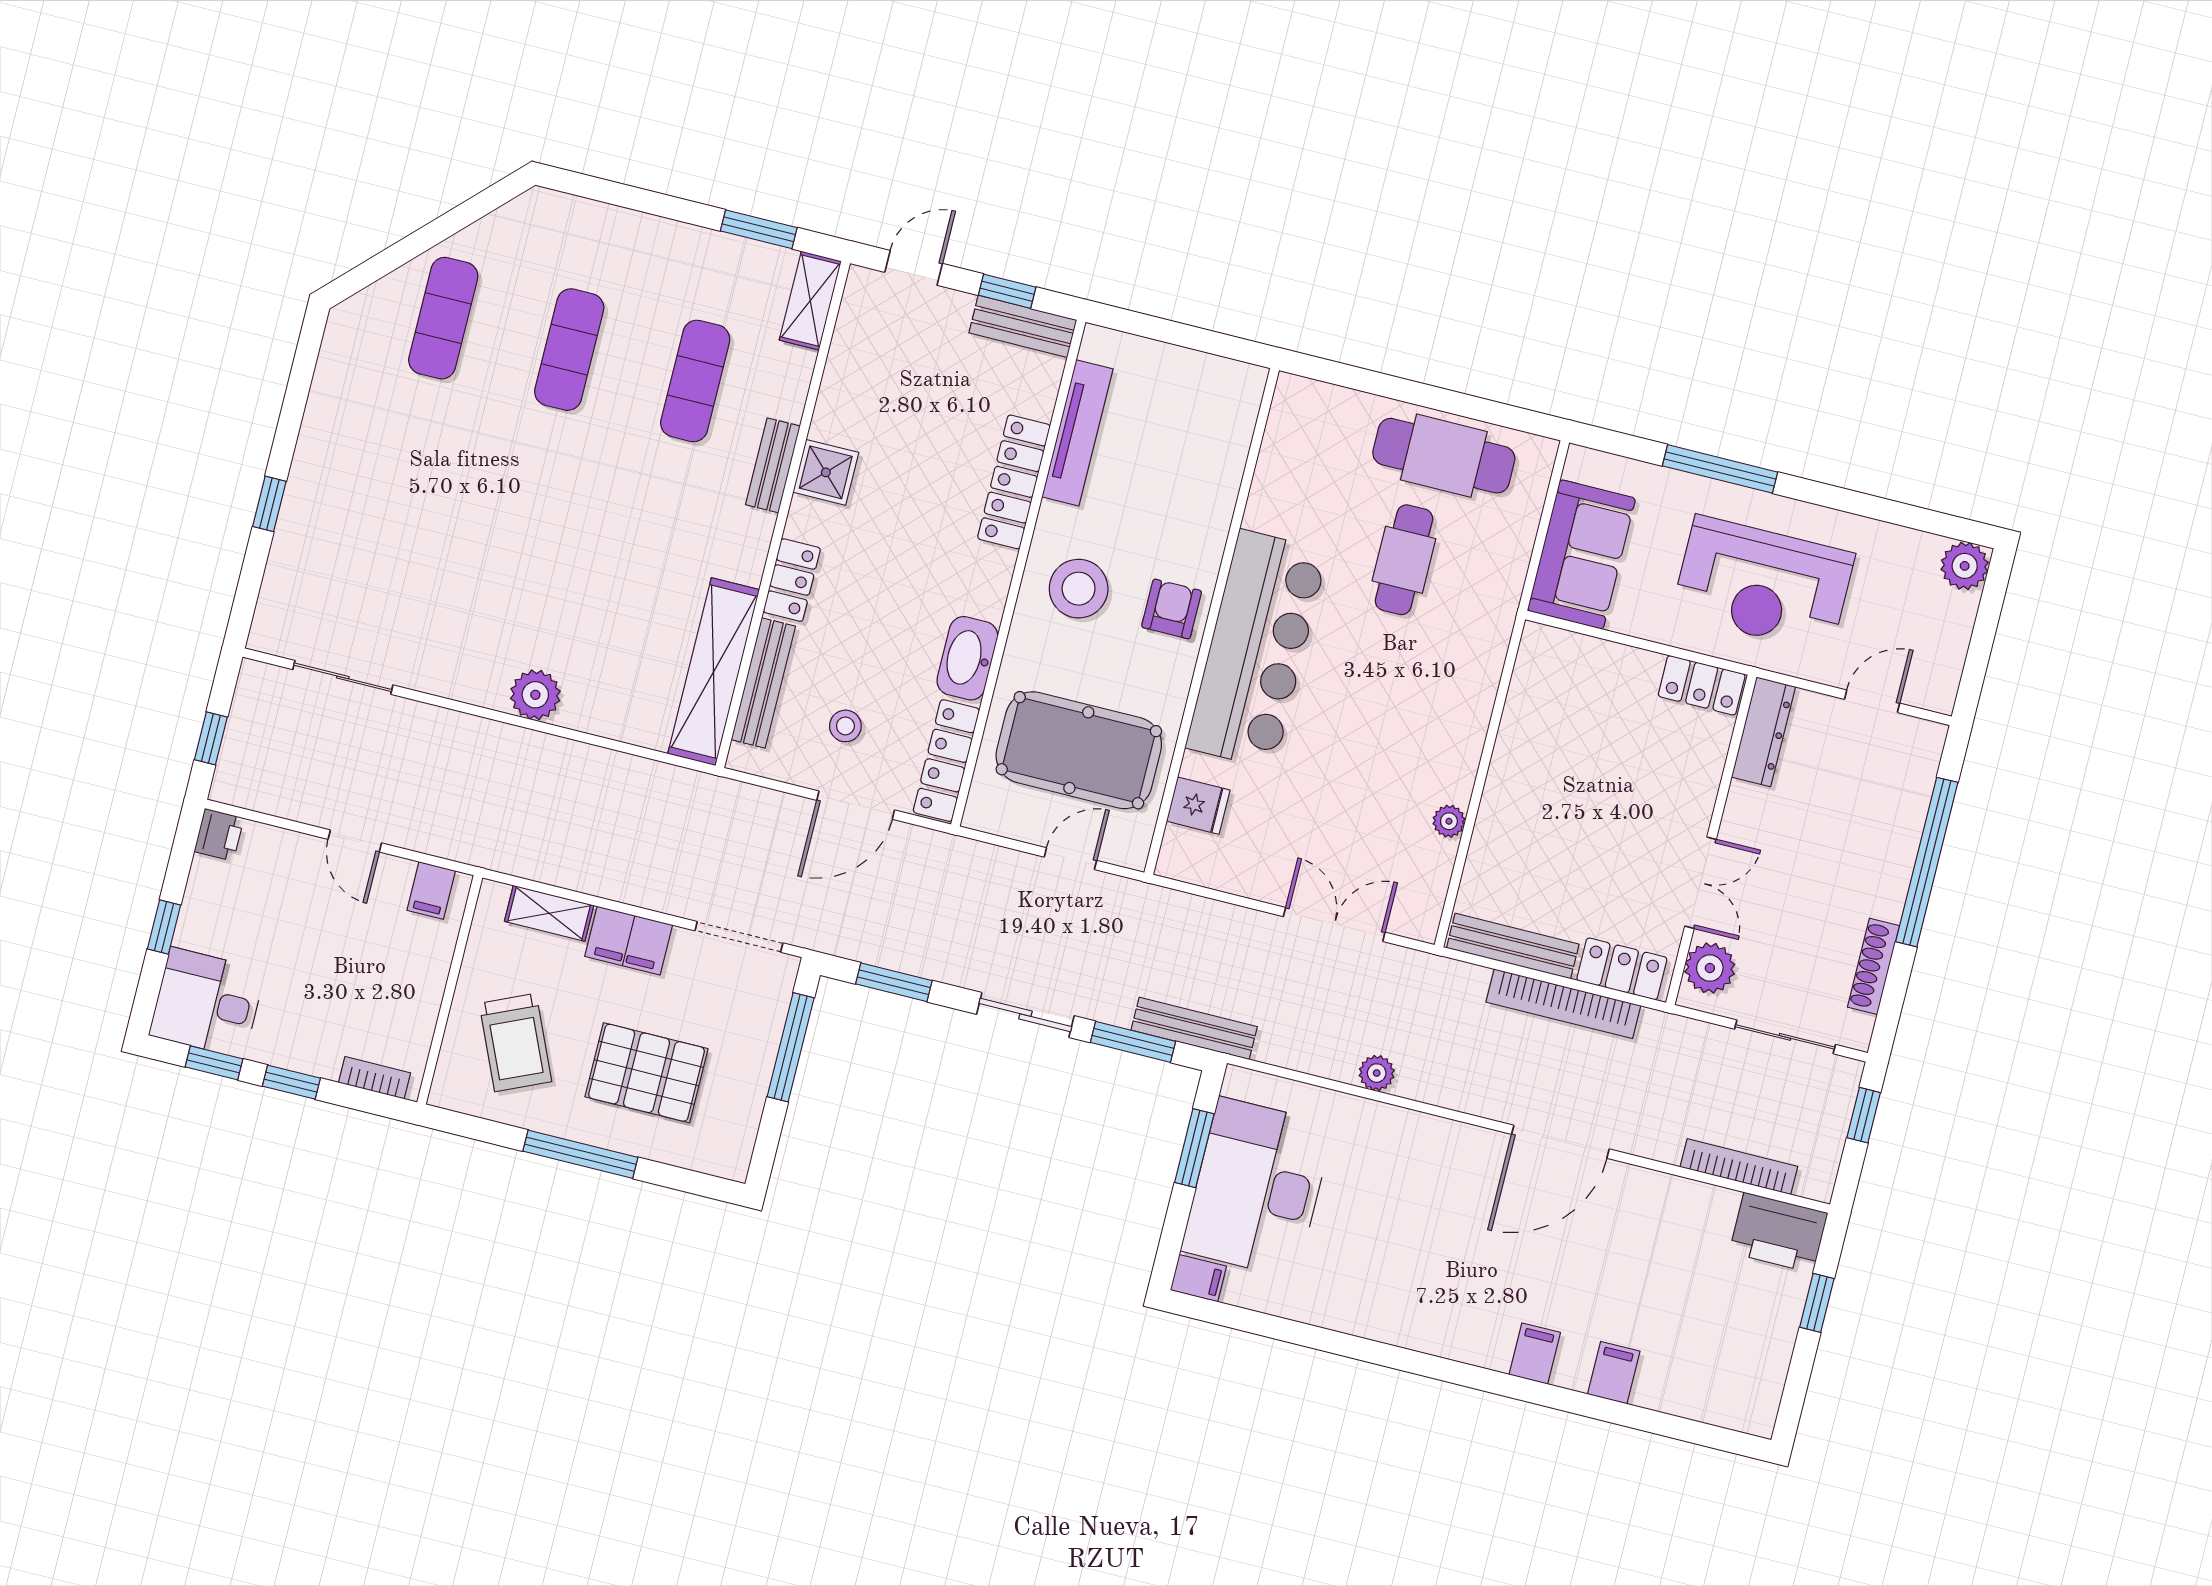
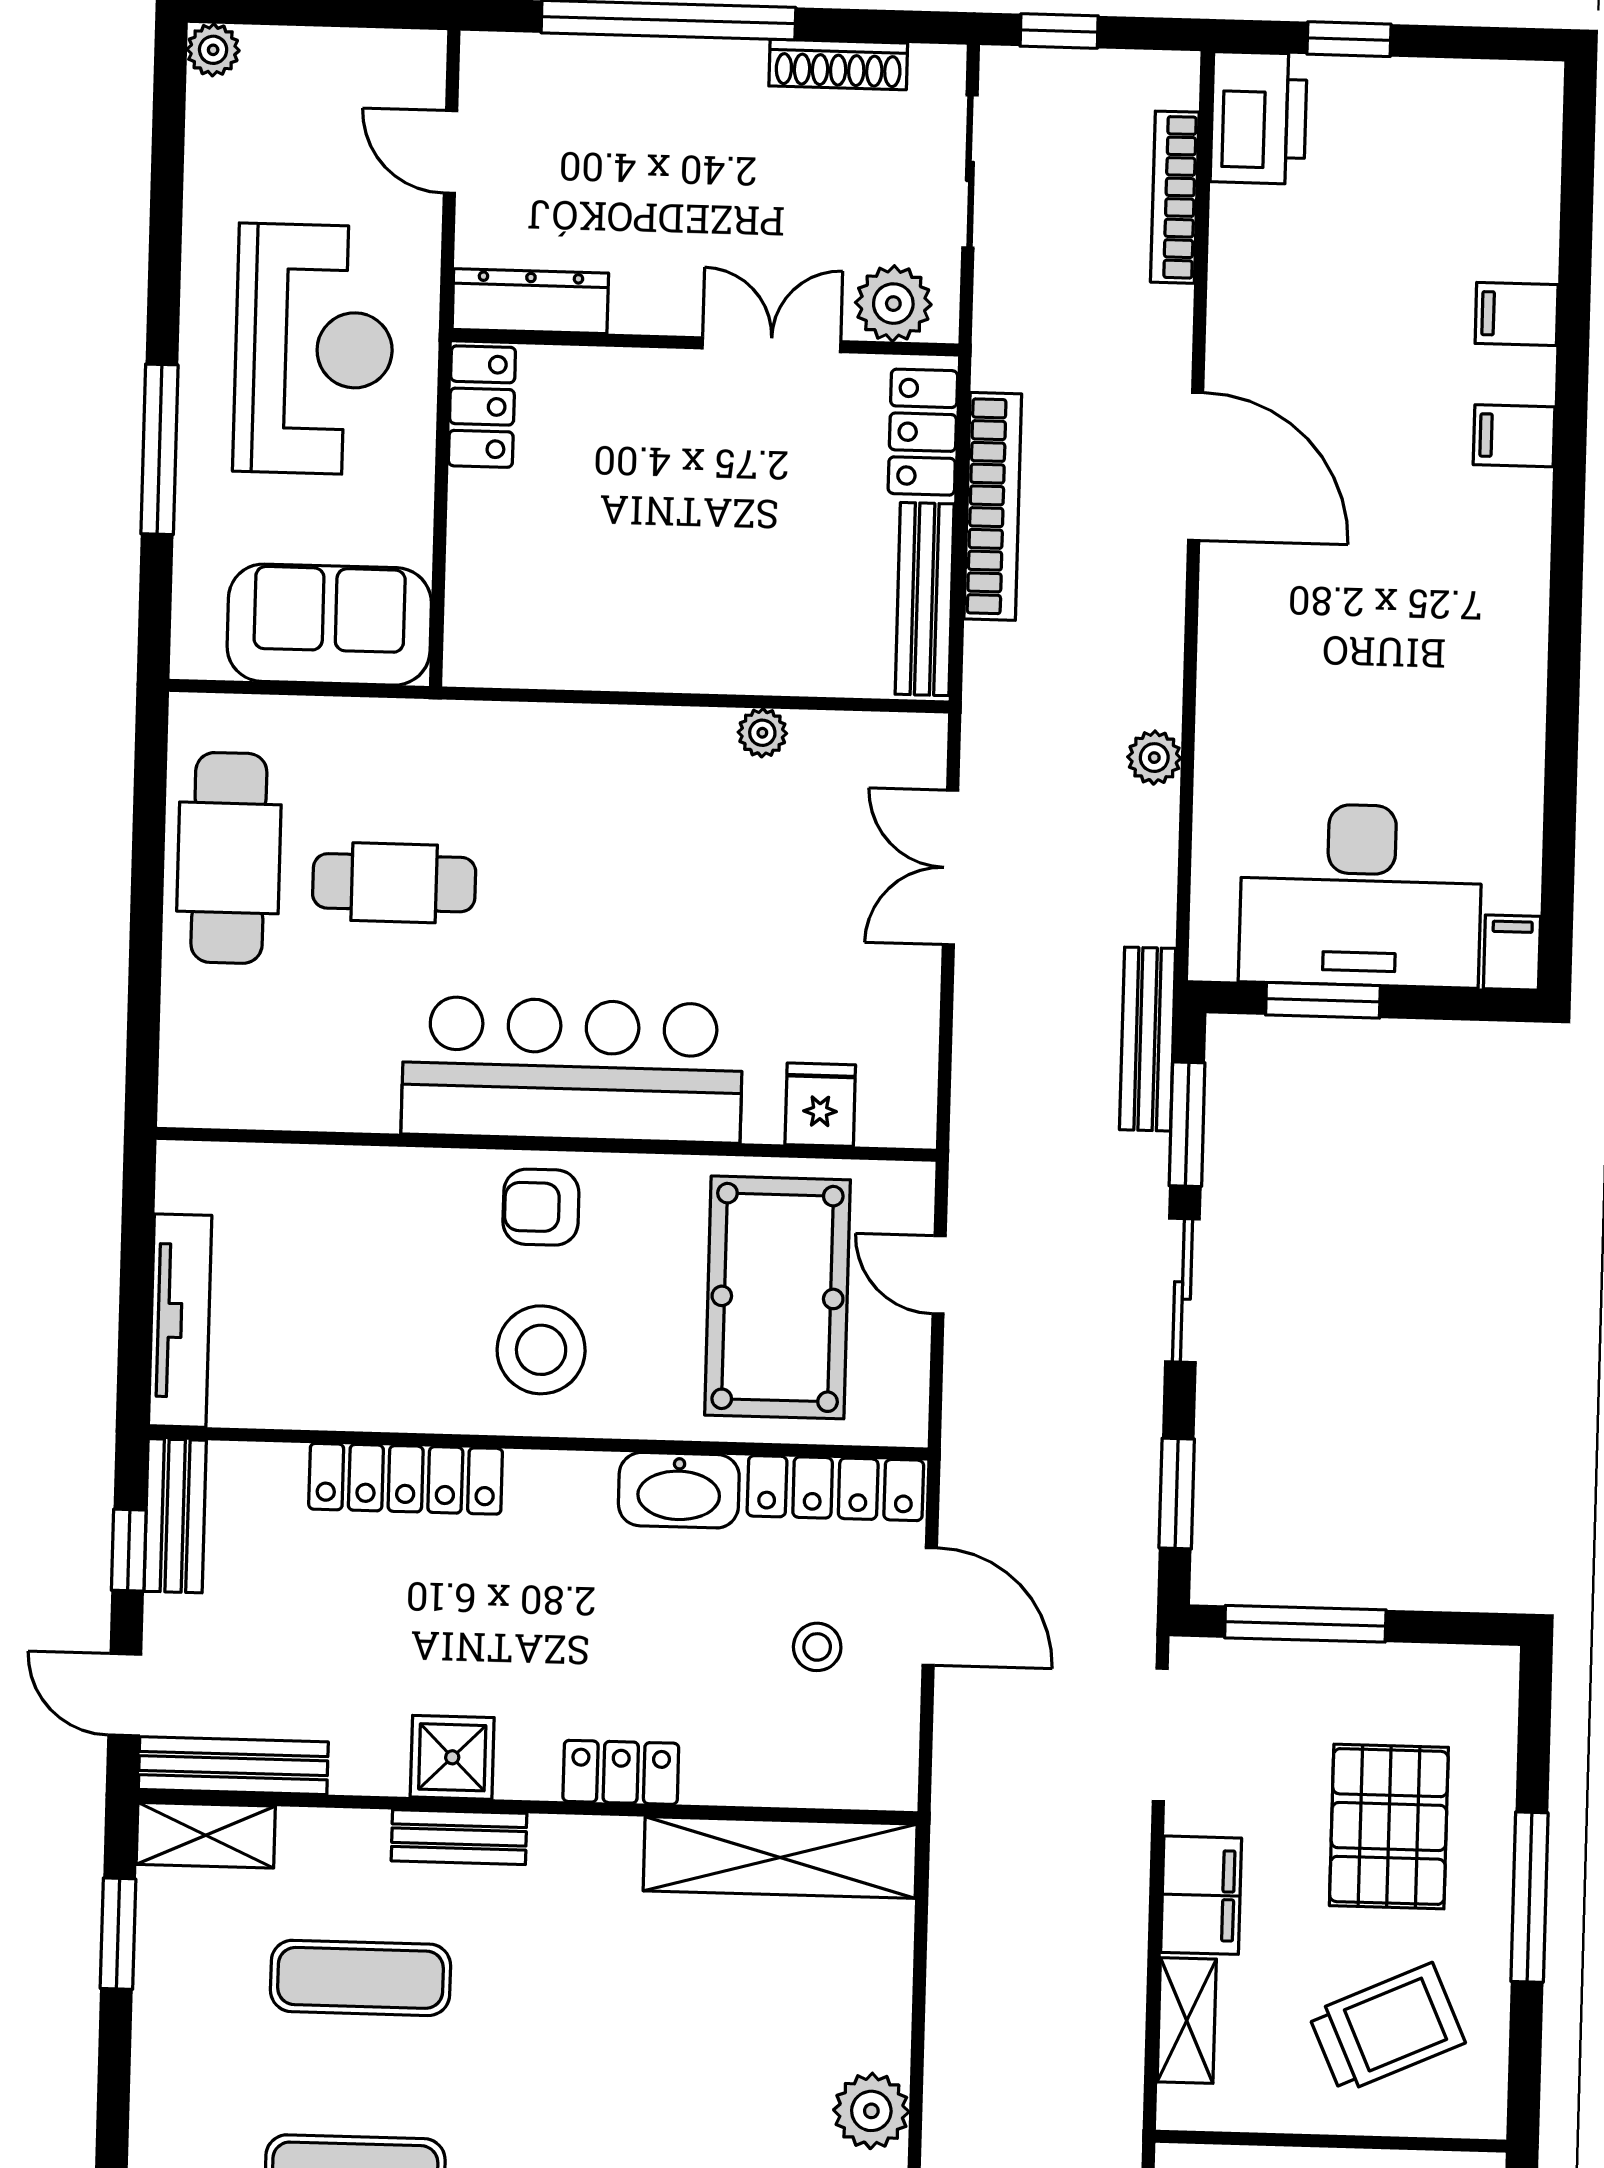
tv unit: (1077, 433) -> (180, 1321), moved, turned 90
plant: (1965, 566) -> (213, 50), width x0.73, depth x0.73
bench: (763, 683) -> (233, 1766), moved

